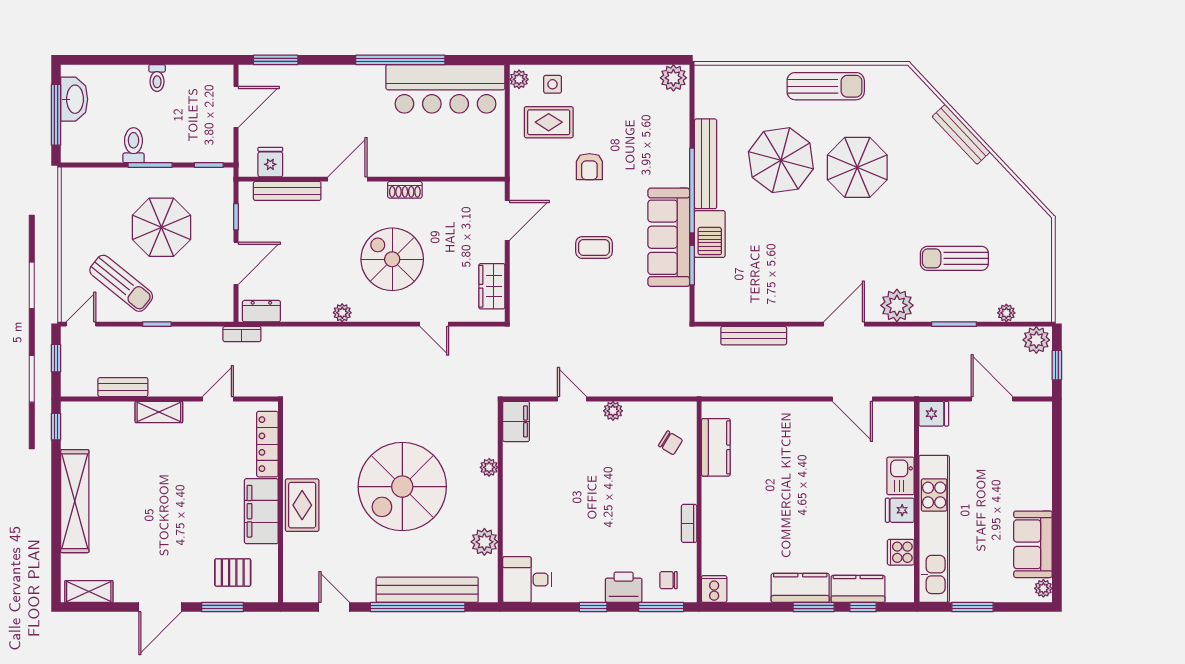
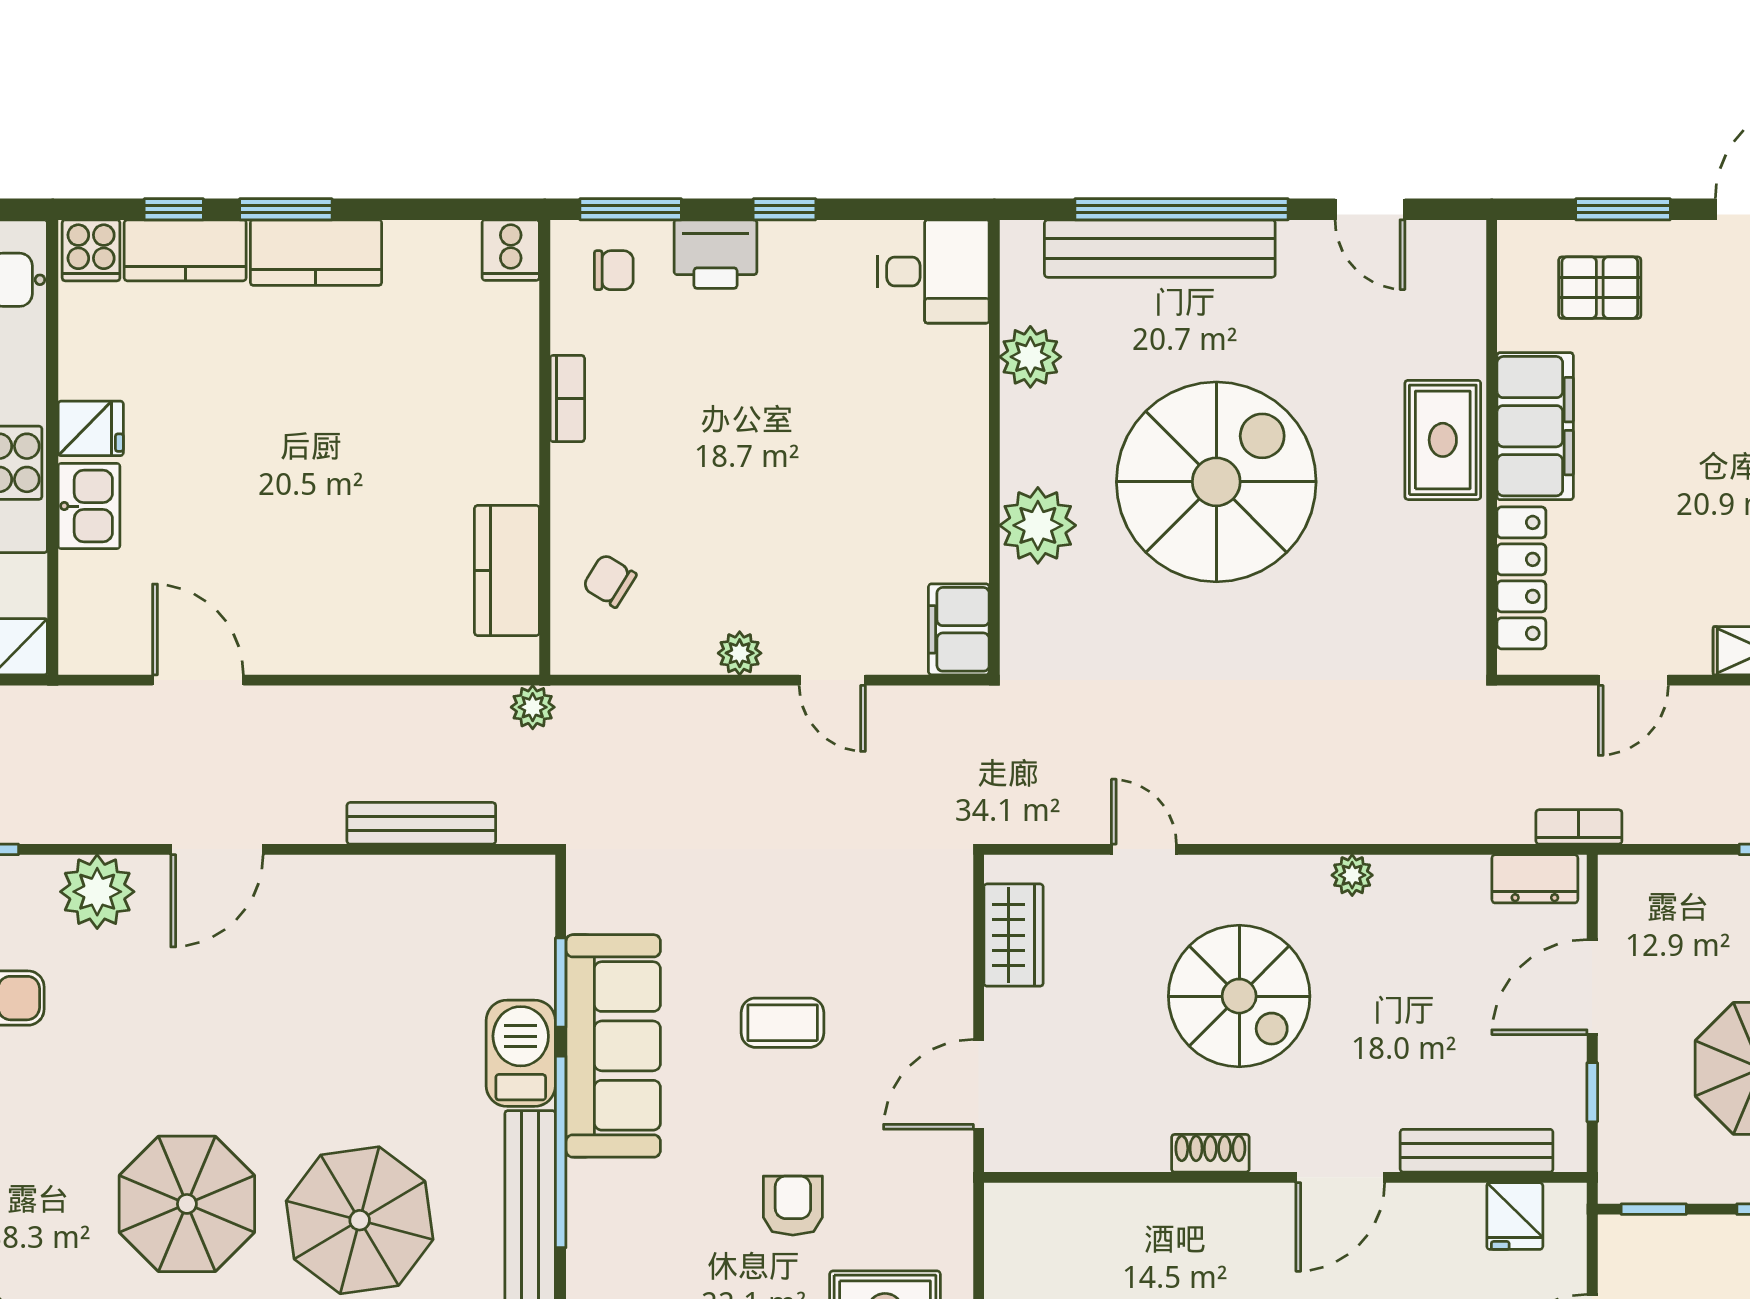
plant: (704, 387) -> (533, 707), added
plant: (489, 467) -> (1038, 525), width x1.88, depth x1.88
cooker: (901, 552) -> (91, 250), moved, turned 90

